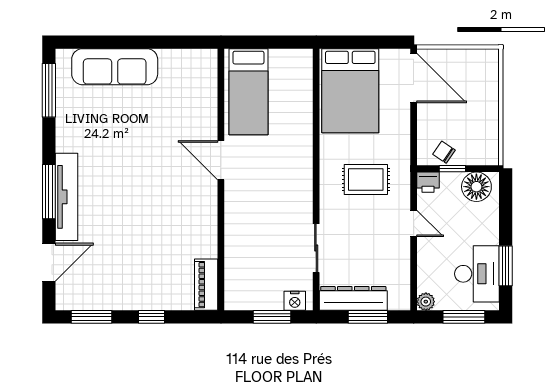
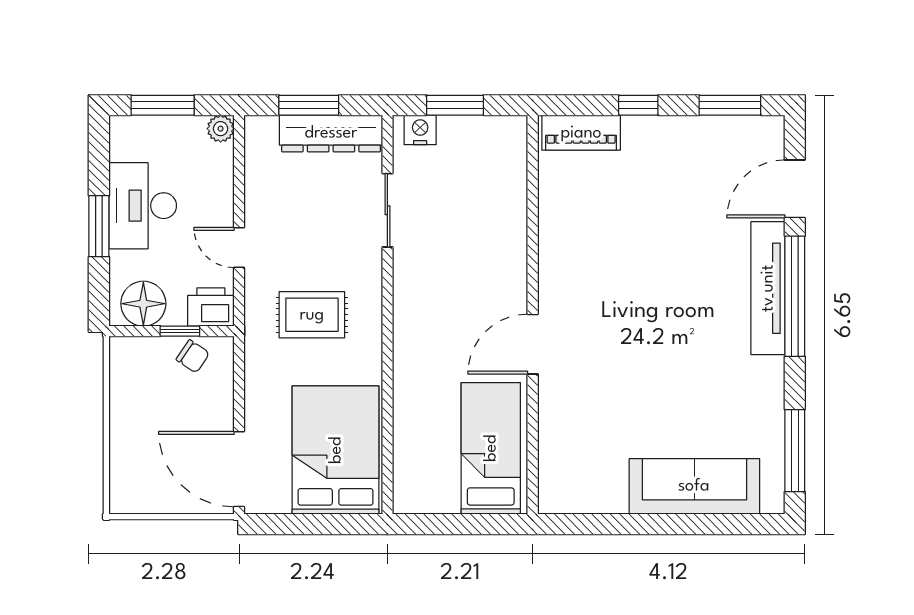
door: (221, 160) -> (533, 344), swing flipped
printer: (428, 182) -> (211, 307), width x1.36, depth x1.24
window: (49, 192) -> (795, 296), width x1.46
window: (506, 266) -> (99, 226), moved
desk: (477, 274) -> (143, 206), moved
piano: (206, 285) -> (581, 133), moved, turned 90

